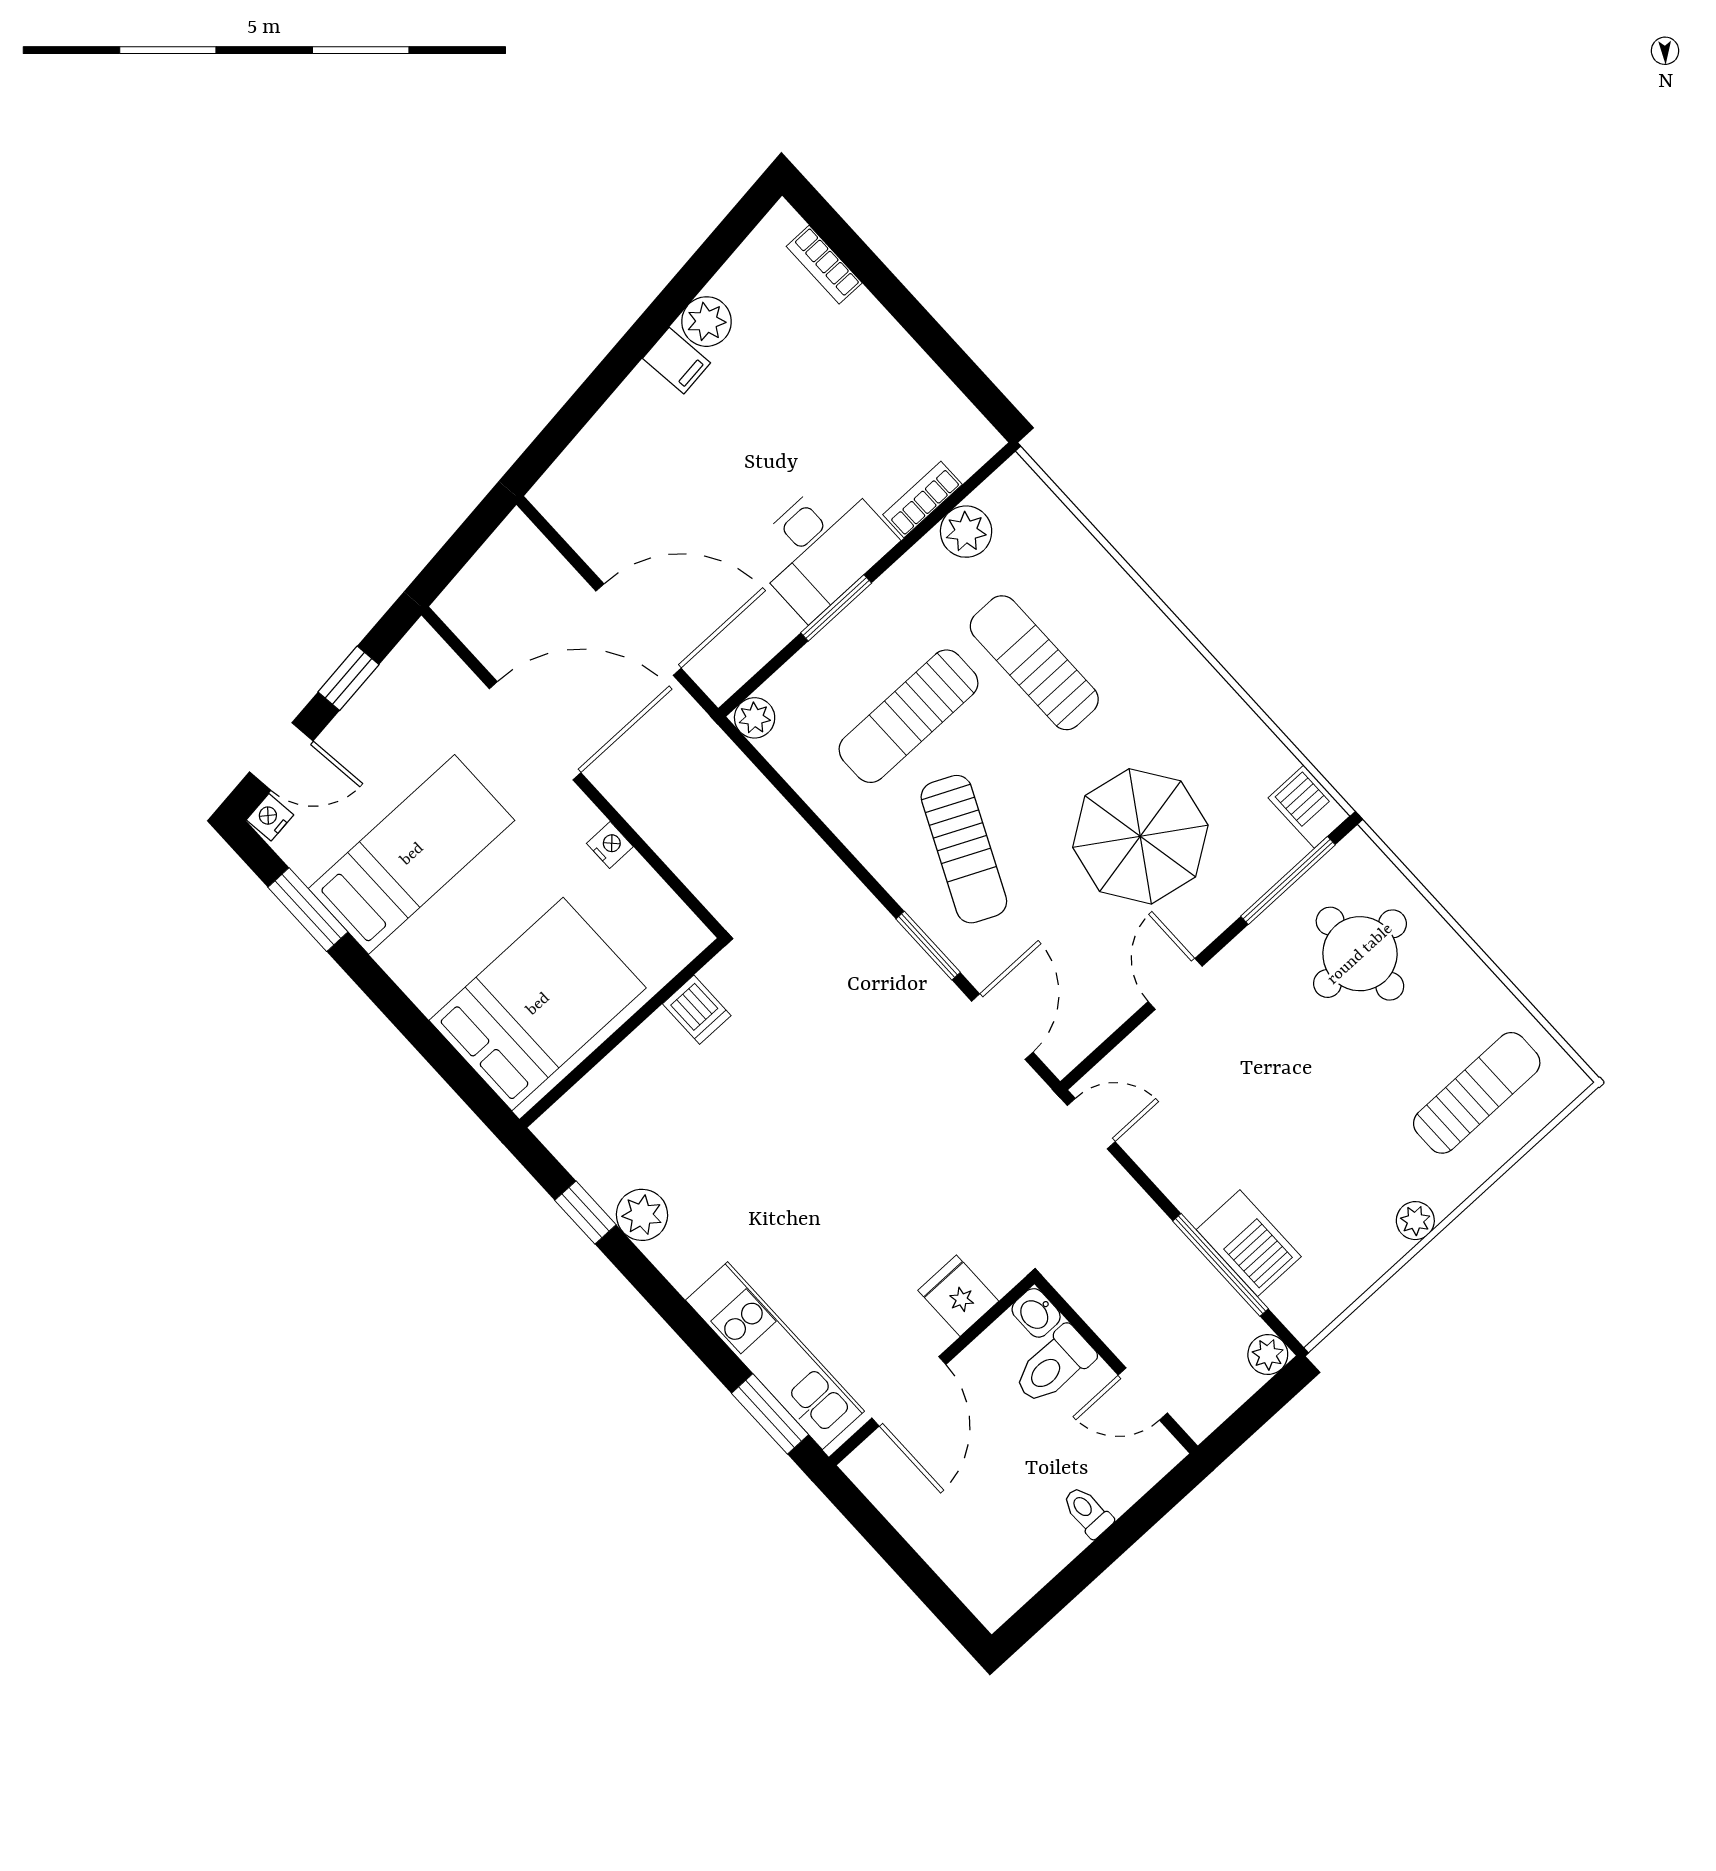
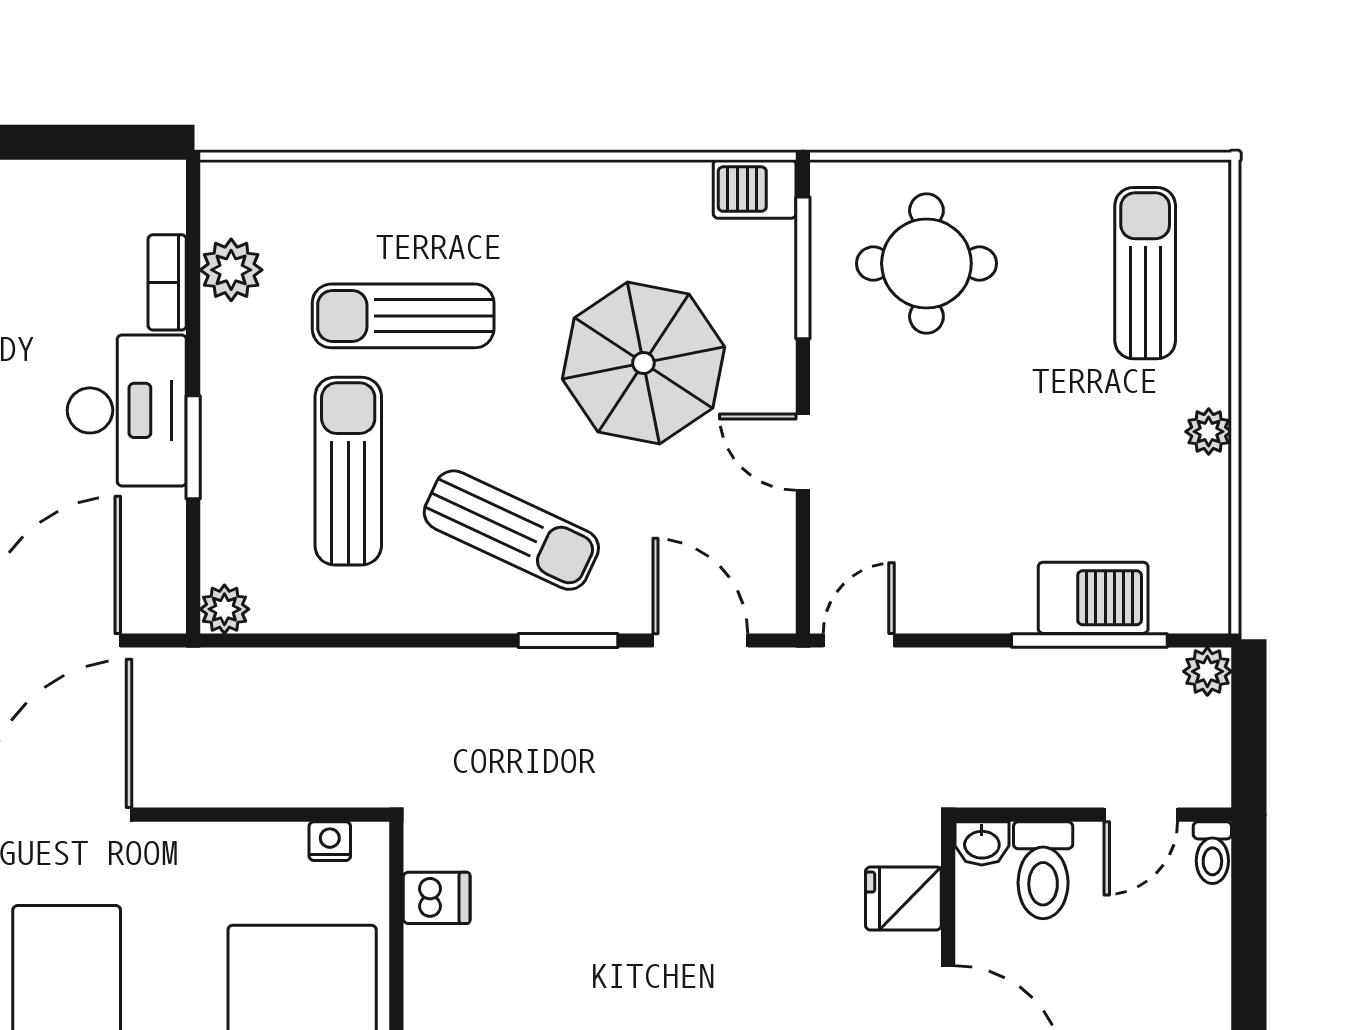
sun lounger: (908, 716) -> (348, 471), turned 180
nightstand: (610, 845) -> (330, 841), moved
toilet: (1087, 1512) -> (1212, 853), moved, turned -90

